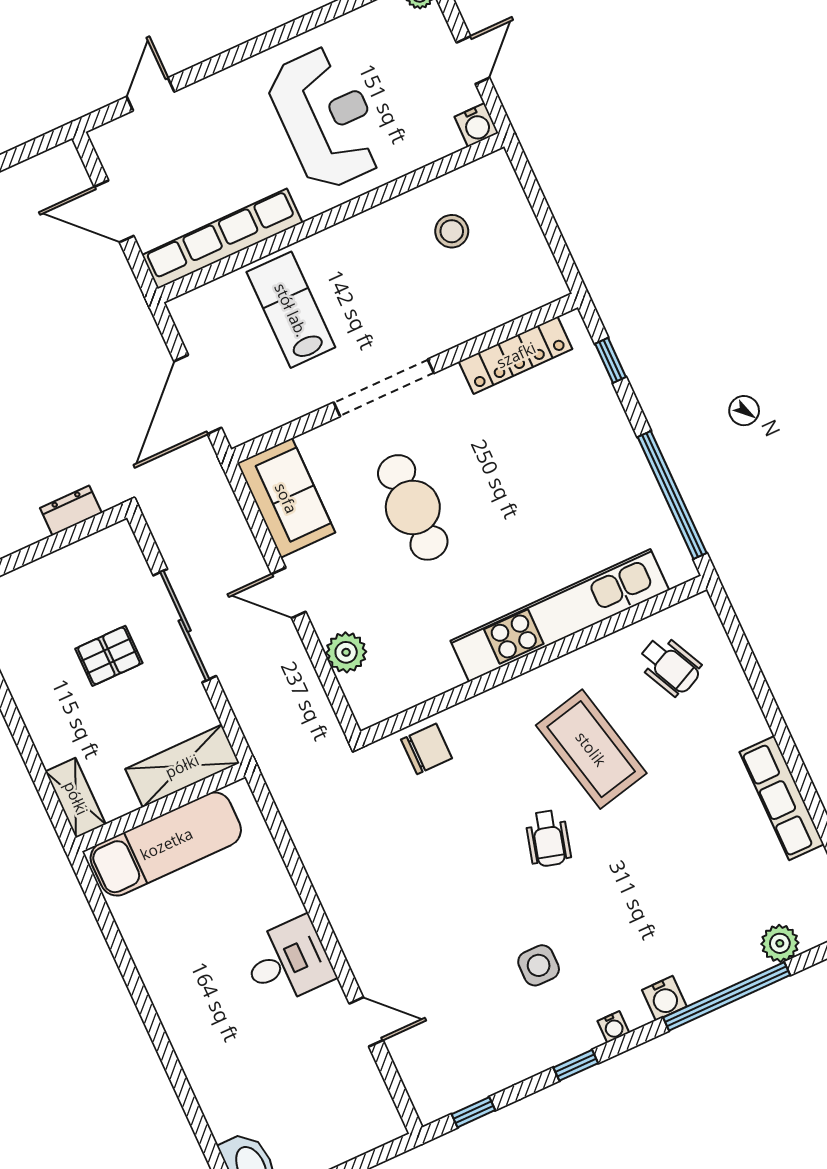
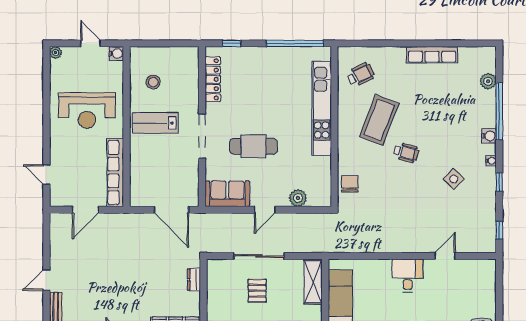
reception desk: (326, 118) -> (87, 111), turned 180
lab bench: (291, 310) -> (155, 123), moved
coffee table: (591, 749) -> (379, 120), turned -56
side table: (539, 965) -> (454, 179), turned 45

